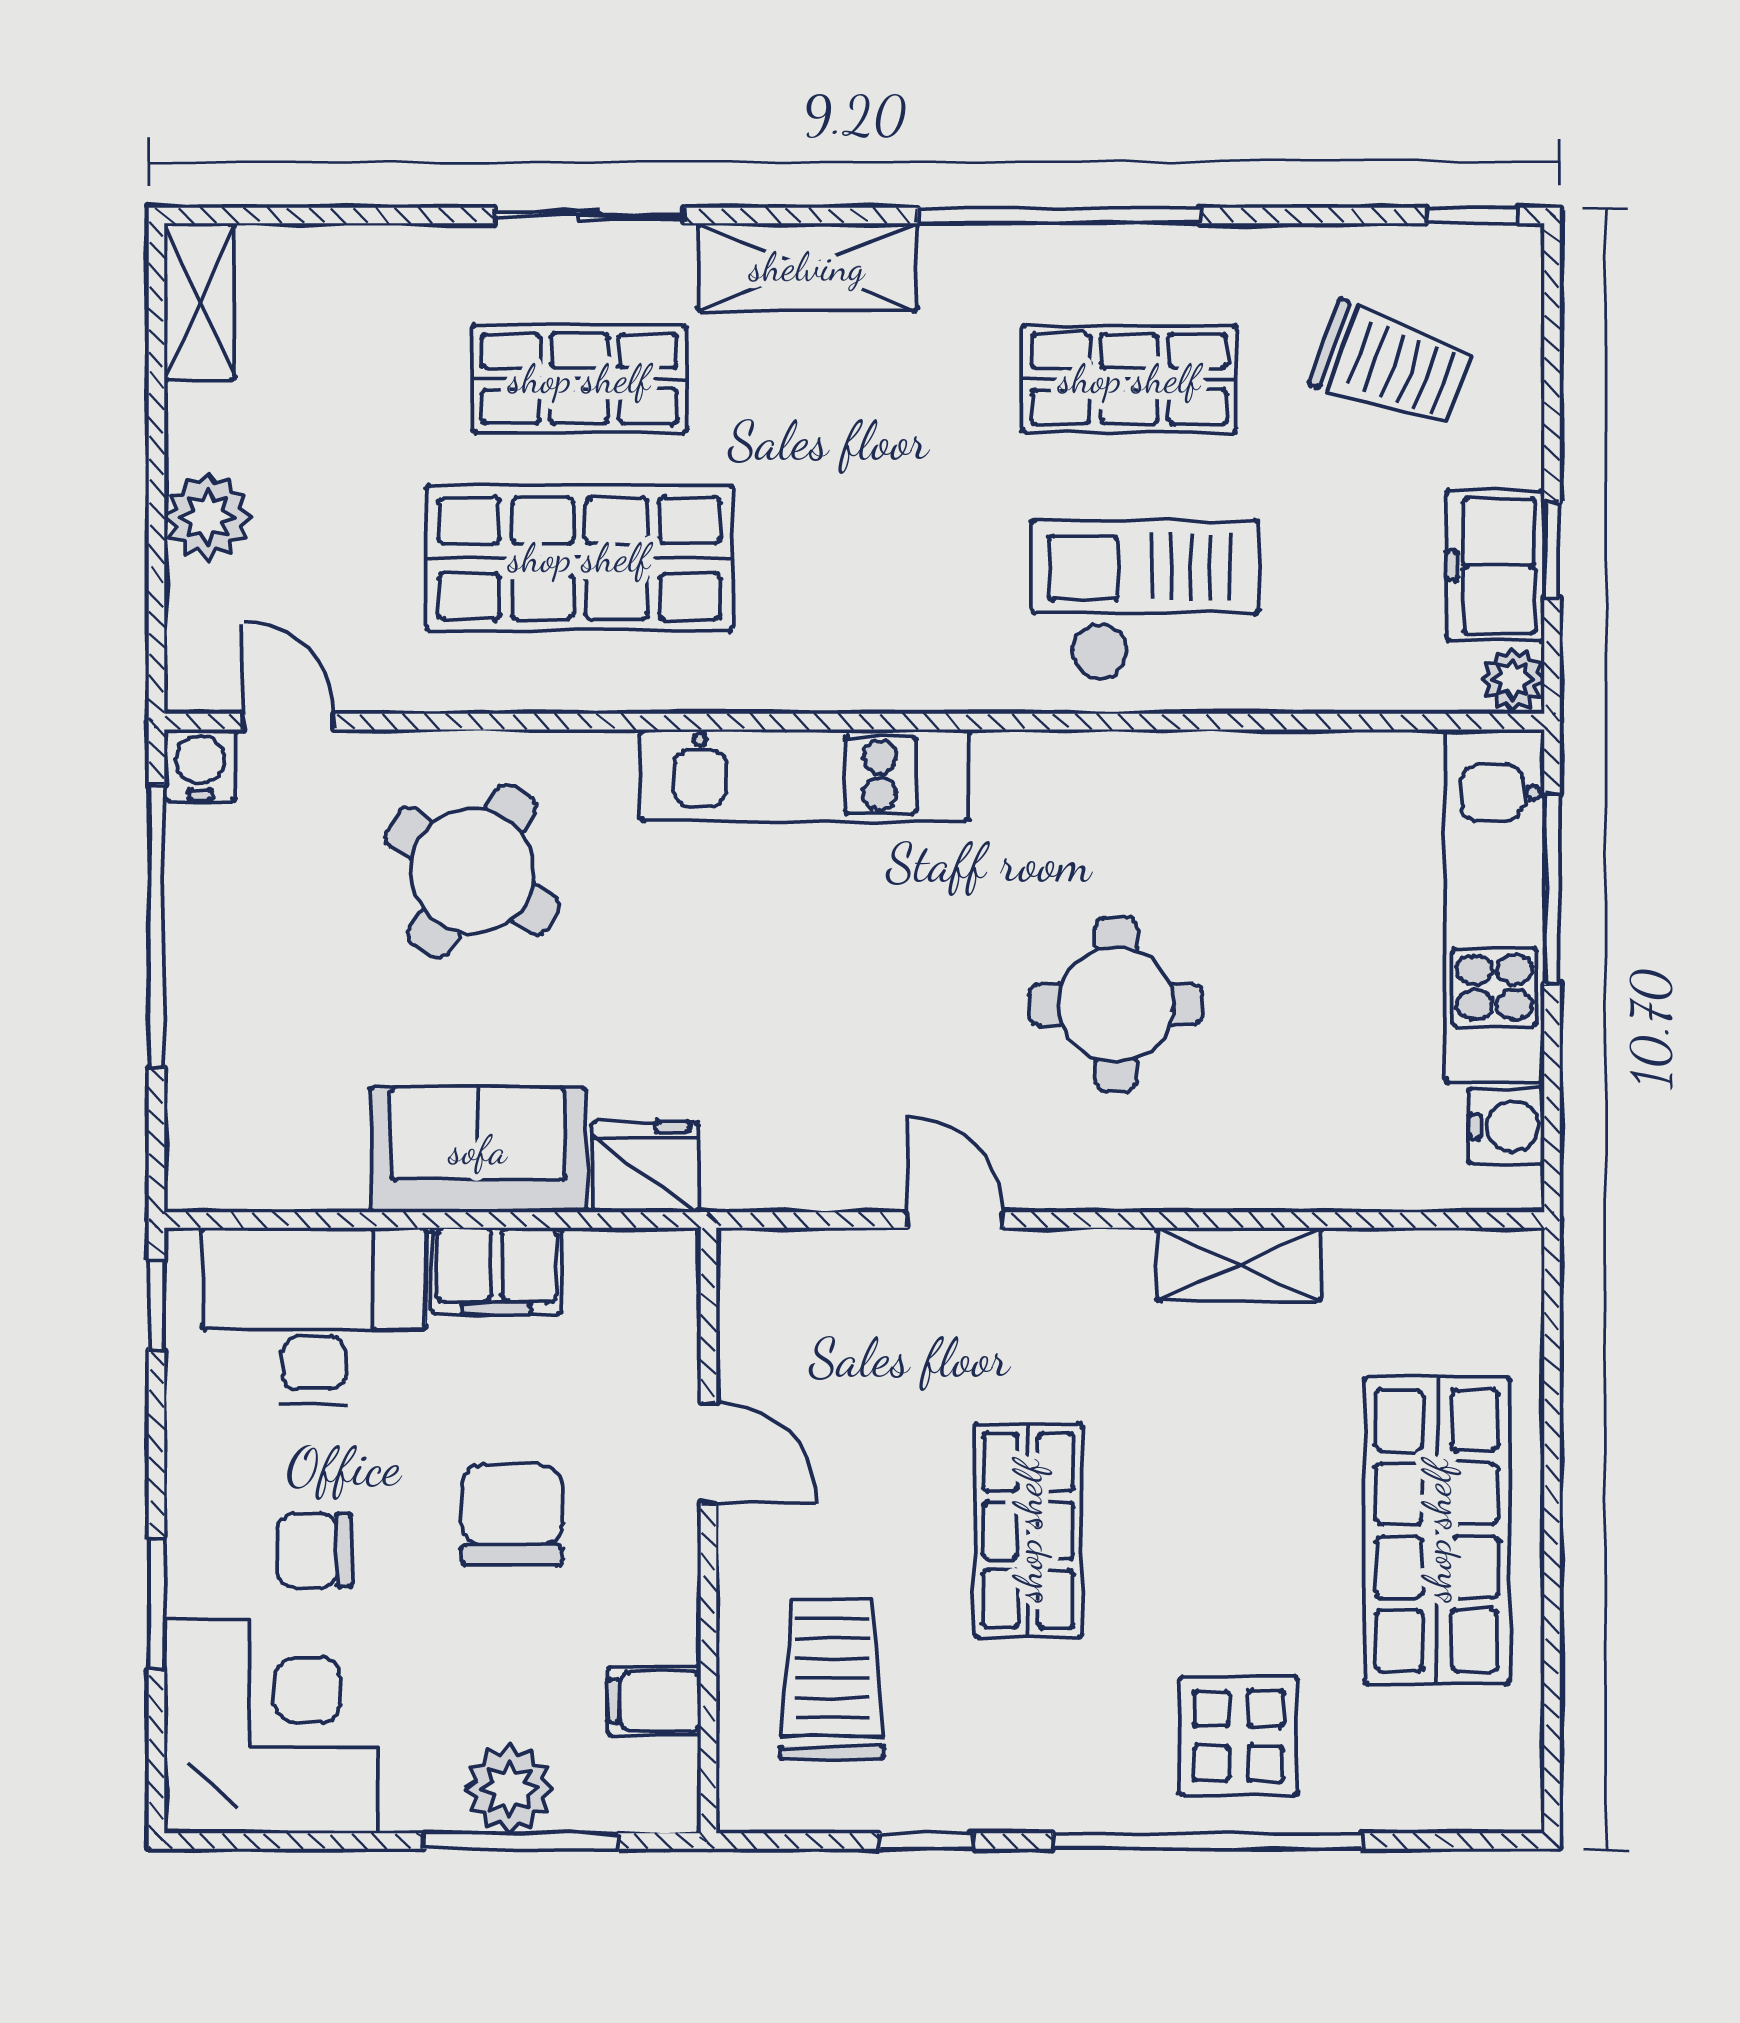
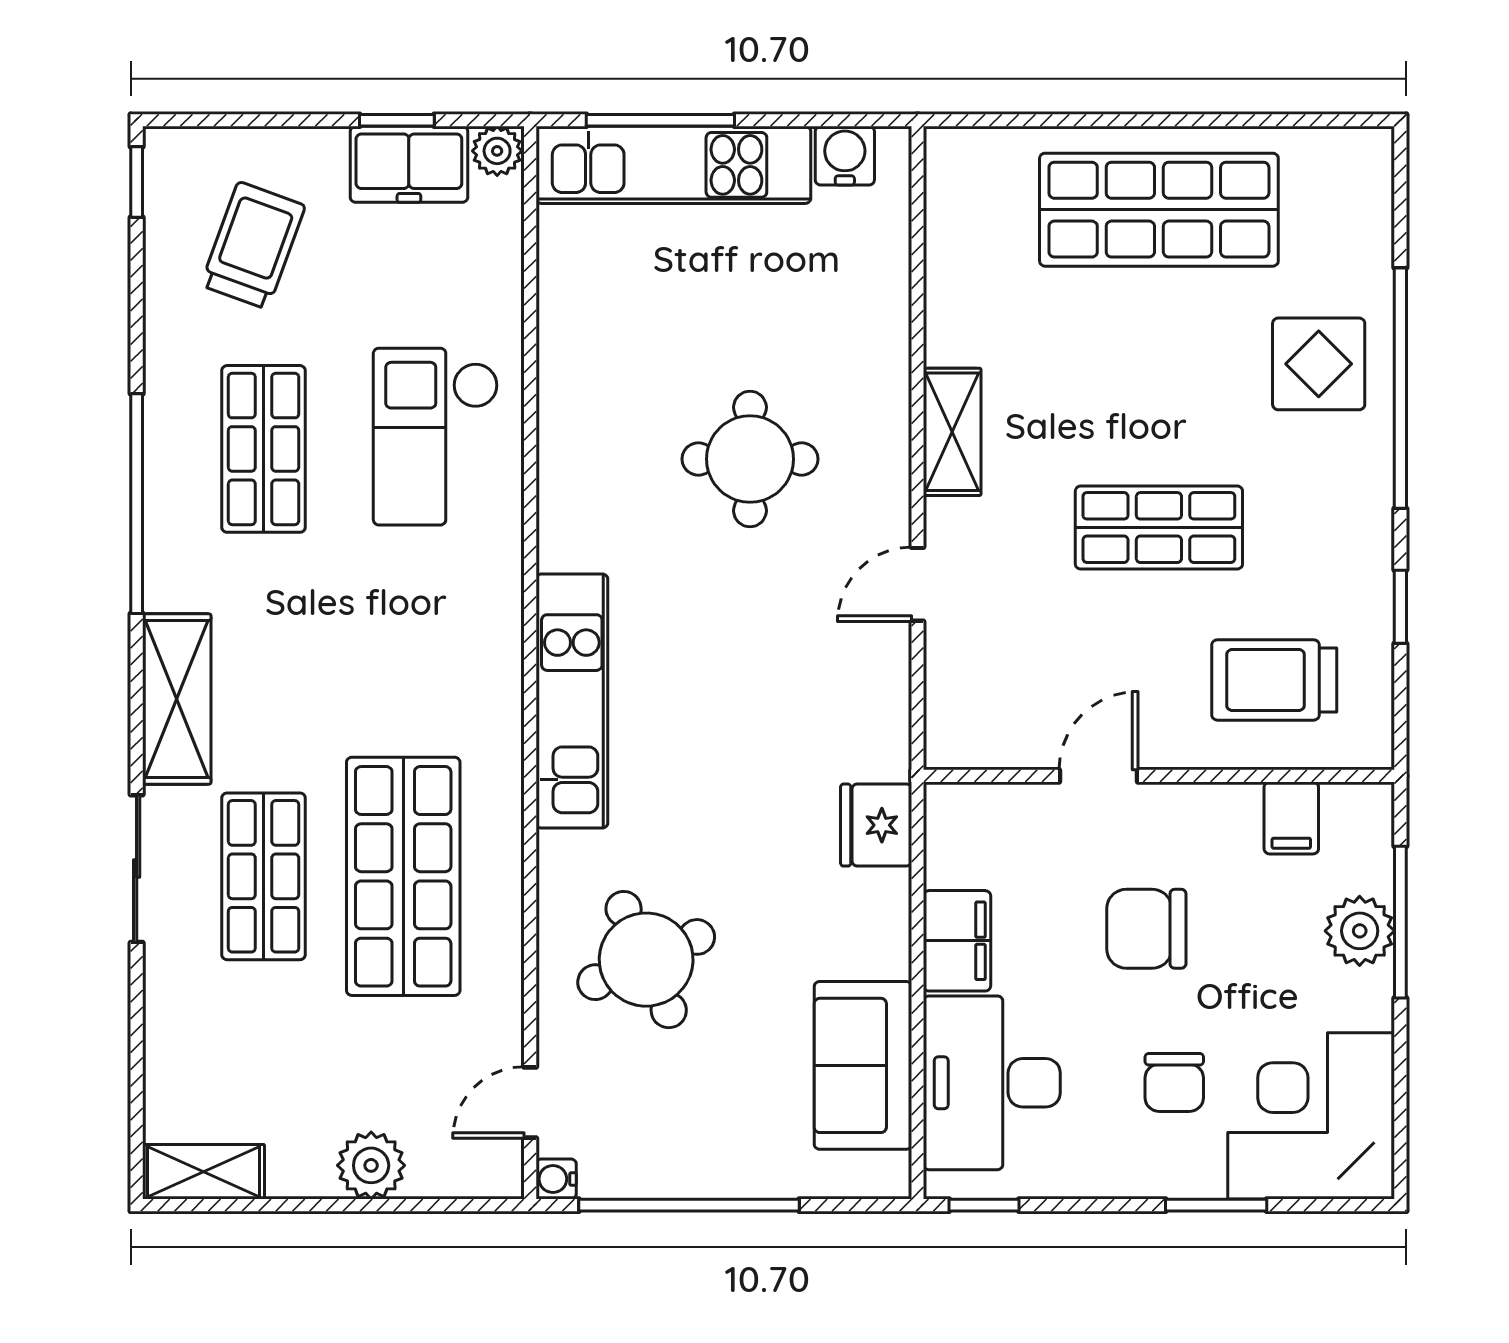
water cooler: (200, 765) -> (556, 1179), width x0.72, depth x0.72
round table: (472, 871) -> (646, 960), turned 34
sofa: (478, 1150) -> (863, 1065), moved
shelving: (1239, 1265) -> (952, 432), moved

